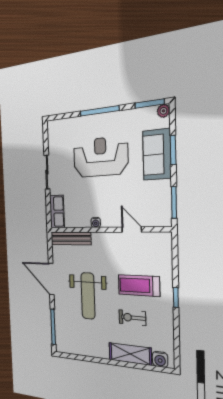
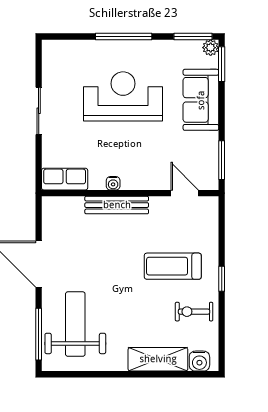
window: (173, 150) -> (222, 64), moved
row of seats: (57, 212) -> (65, 179), moved, turned -90
door: (132, 230) -> (185, 193), moved
bench: (71, 238) -> (117, 205), moved
weight bench: (88, 296) -> (75, 324), moved, turned 180
exercise bike: (132, 318) -> (194, 312), moved

